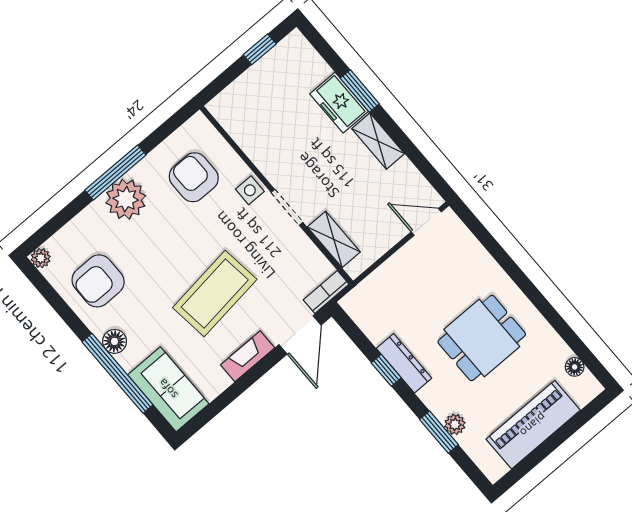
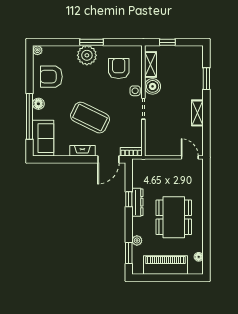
window: (260, 49) -> (167, 42), moved
window: (360, 91) -> (206, 79), moved
freezer: (339, 103) -> (195, 87), removed
boiler: (272, 160) -> (153, 86), added
window: (115, 173) -> (91, 42), width x0.69
shelving: (334, 239) -> (150, 65), moved
coffee table: (215, 294) -> (90, 118), turned 33
dining table: (482, 338) -> (174, 217), width x1.38
window: (439, 432) -> (129, 253), moved

